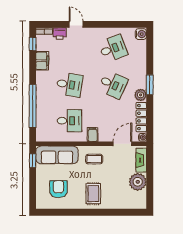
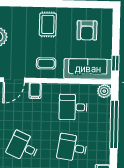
filing cabinet: (93, 135) -> (35, 91), moved
plant: (42, 136) -> (104, 91), added

